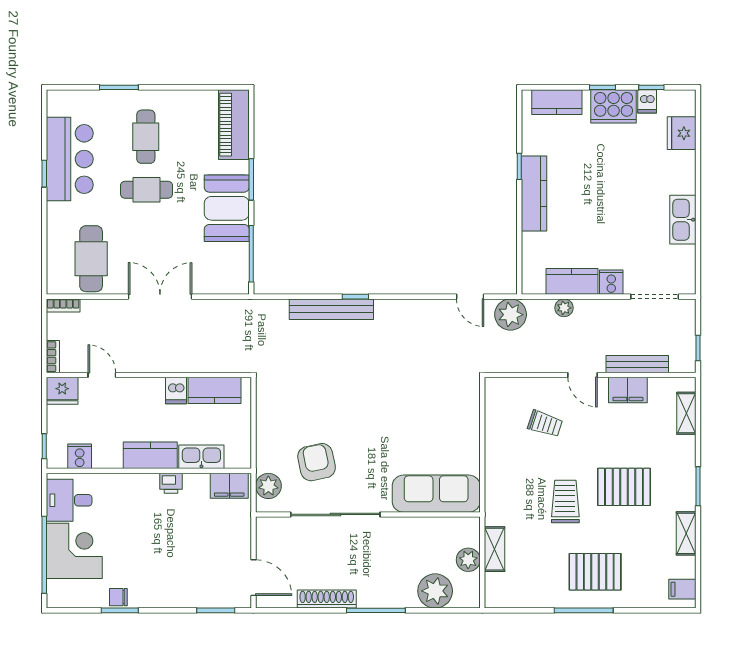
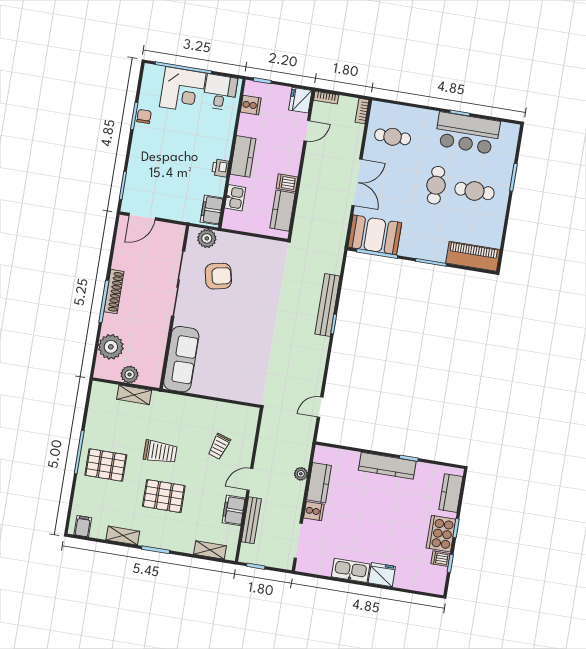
fridge: (682, 133) -> (382, 575), moved
booth: (227, 208) -> (375, 235), moved
cafe table: (91, 259) -> (393, 137), width x0.73, depth x0.74
plant: (511, 315) -> (302, 434), removed
kitchen sink: (201, 457) -> (235, 198), width x0.73
pallet: (624, 487) -> (164, 496), turned 90
pallet: (595, 572) -> (106, 465), turned 90
shoe rack: (327, 599) -> (114, 292), moved

